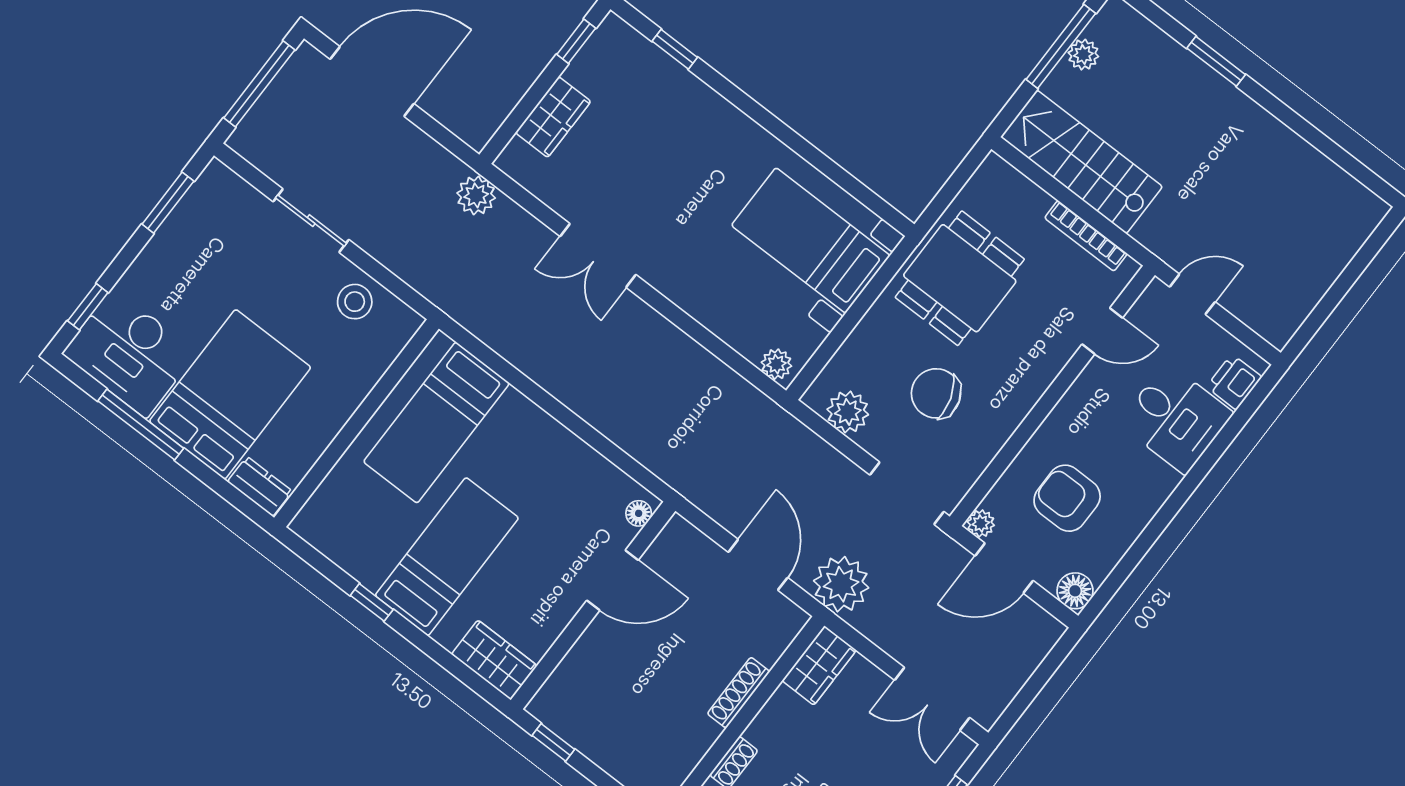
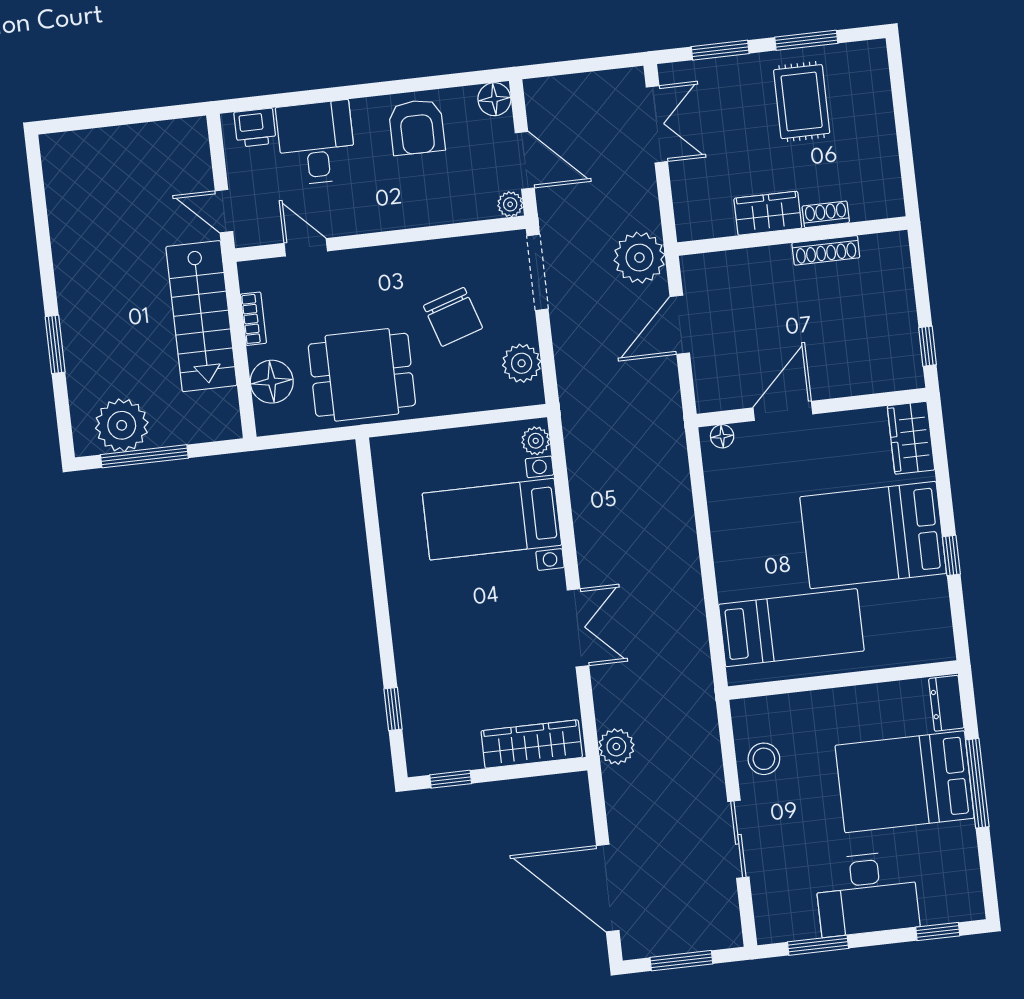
plant: (1083, 55) -> (122, 425), width x1.88, depth x1.88
window: (259, 84) -> (681, 961), width x0.69
wardrobe: (553, 117) -> (532, 744), width x1.50
stairs: (1082, 162) -> (201, 316), moved
floor lamp: (1023, 203) -> (272, 382), added
bookcase: (1086, 236) -> (253, 319), width x0.64
bed with nightstands: (811, 240) -> (492, 519), moved, turned 90
desk: (129, 353) -> (867, 894), moved, turned 90
window: (141, 425) -> (977, 783), moved
armchair: (1067, 498) -> (417, 127), moved
bed: (447, 557) -> (873, 535), width x1.50
door: (612, 580) -> (783, 411), hinge flipped
wardrobe: (819, 665) -> (768, 213), moved
shoe rack: (738, 693) -> (826, 250), moved

